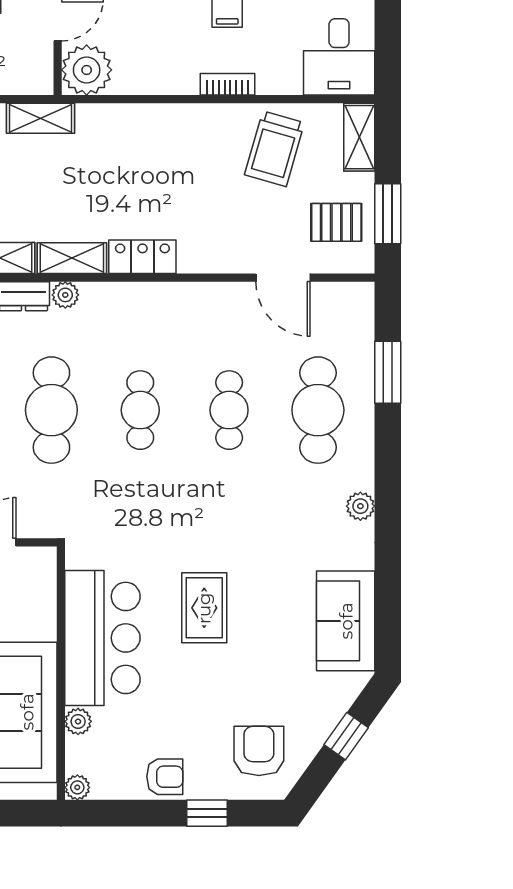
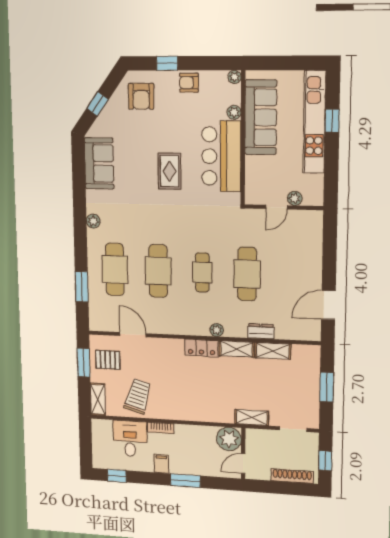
desk: (339, 57) -> (130, 439), moved
plant: (65, 295) -> (217, 330), moved
cafe table: (229, 410) -> (158, 271), width x1.37, depth x1.35

